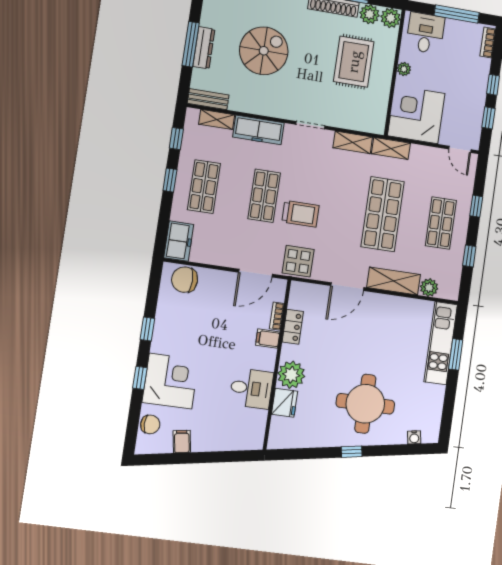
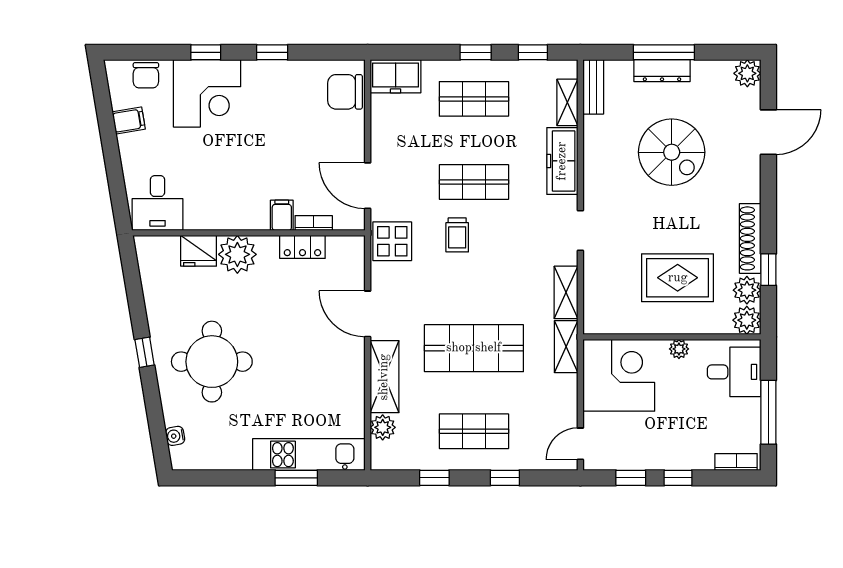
trolley: (300, 214) -> (457, 235), width x0.73, depth x0.72
chair: (185, 280) -> (345, 92), turned -90
desk: (251, 388) -> (158, 203), moved

